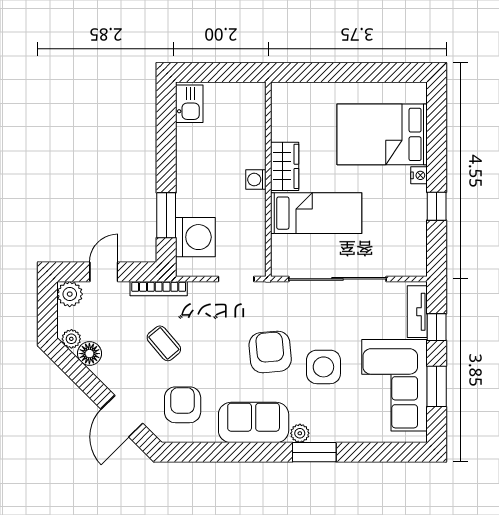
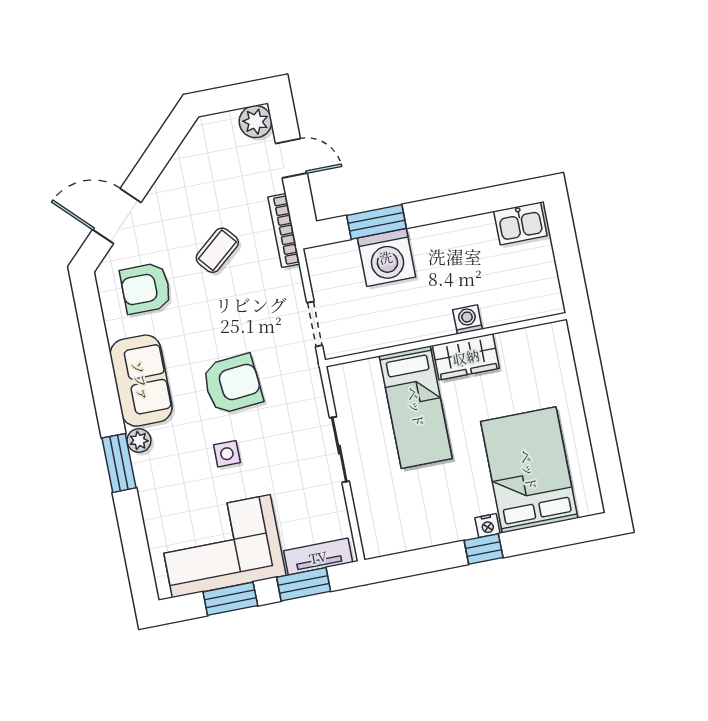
washing machine: (256, 180) -> (467, 319), moved
window: (437, 206) -> (484, 549), moved
washing machine: (195, 237) -> (386, 257), moved
sliding door: (337, 279) -> (339, 450), width x0.54
window: (437, 327) -> (304, 584), width x1.50
plant: (71, 339) -> (200, 134), removed
floor lamp: (89, 354) -> (187, 161), removed
side table: (323, 367) -> (227, 454), width x0.54, depth x0.54
armchair: (183, 405) -> (146, 288), turned 180

